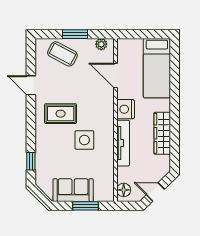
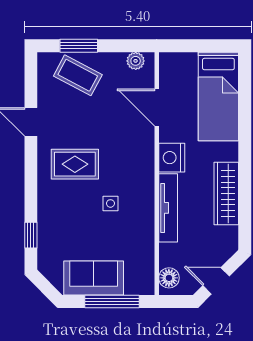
window: (75, 34) -> (79, 46), moved
side table: (84, 140) -> (110, 203), width x0.54, depth x0.54
window: (86, 206) -> (112, 302), width x1.44

